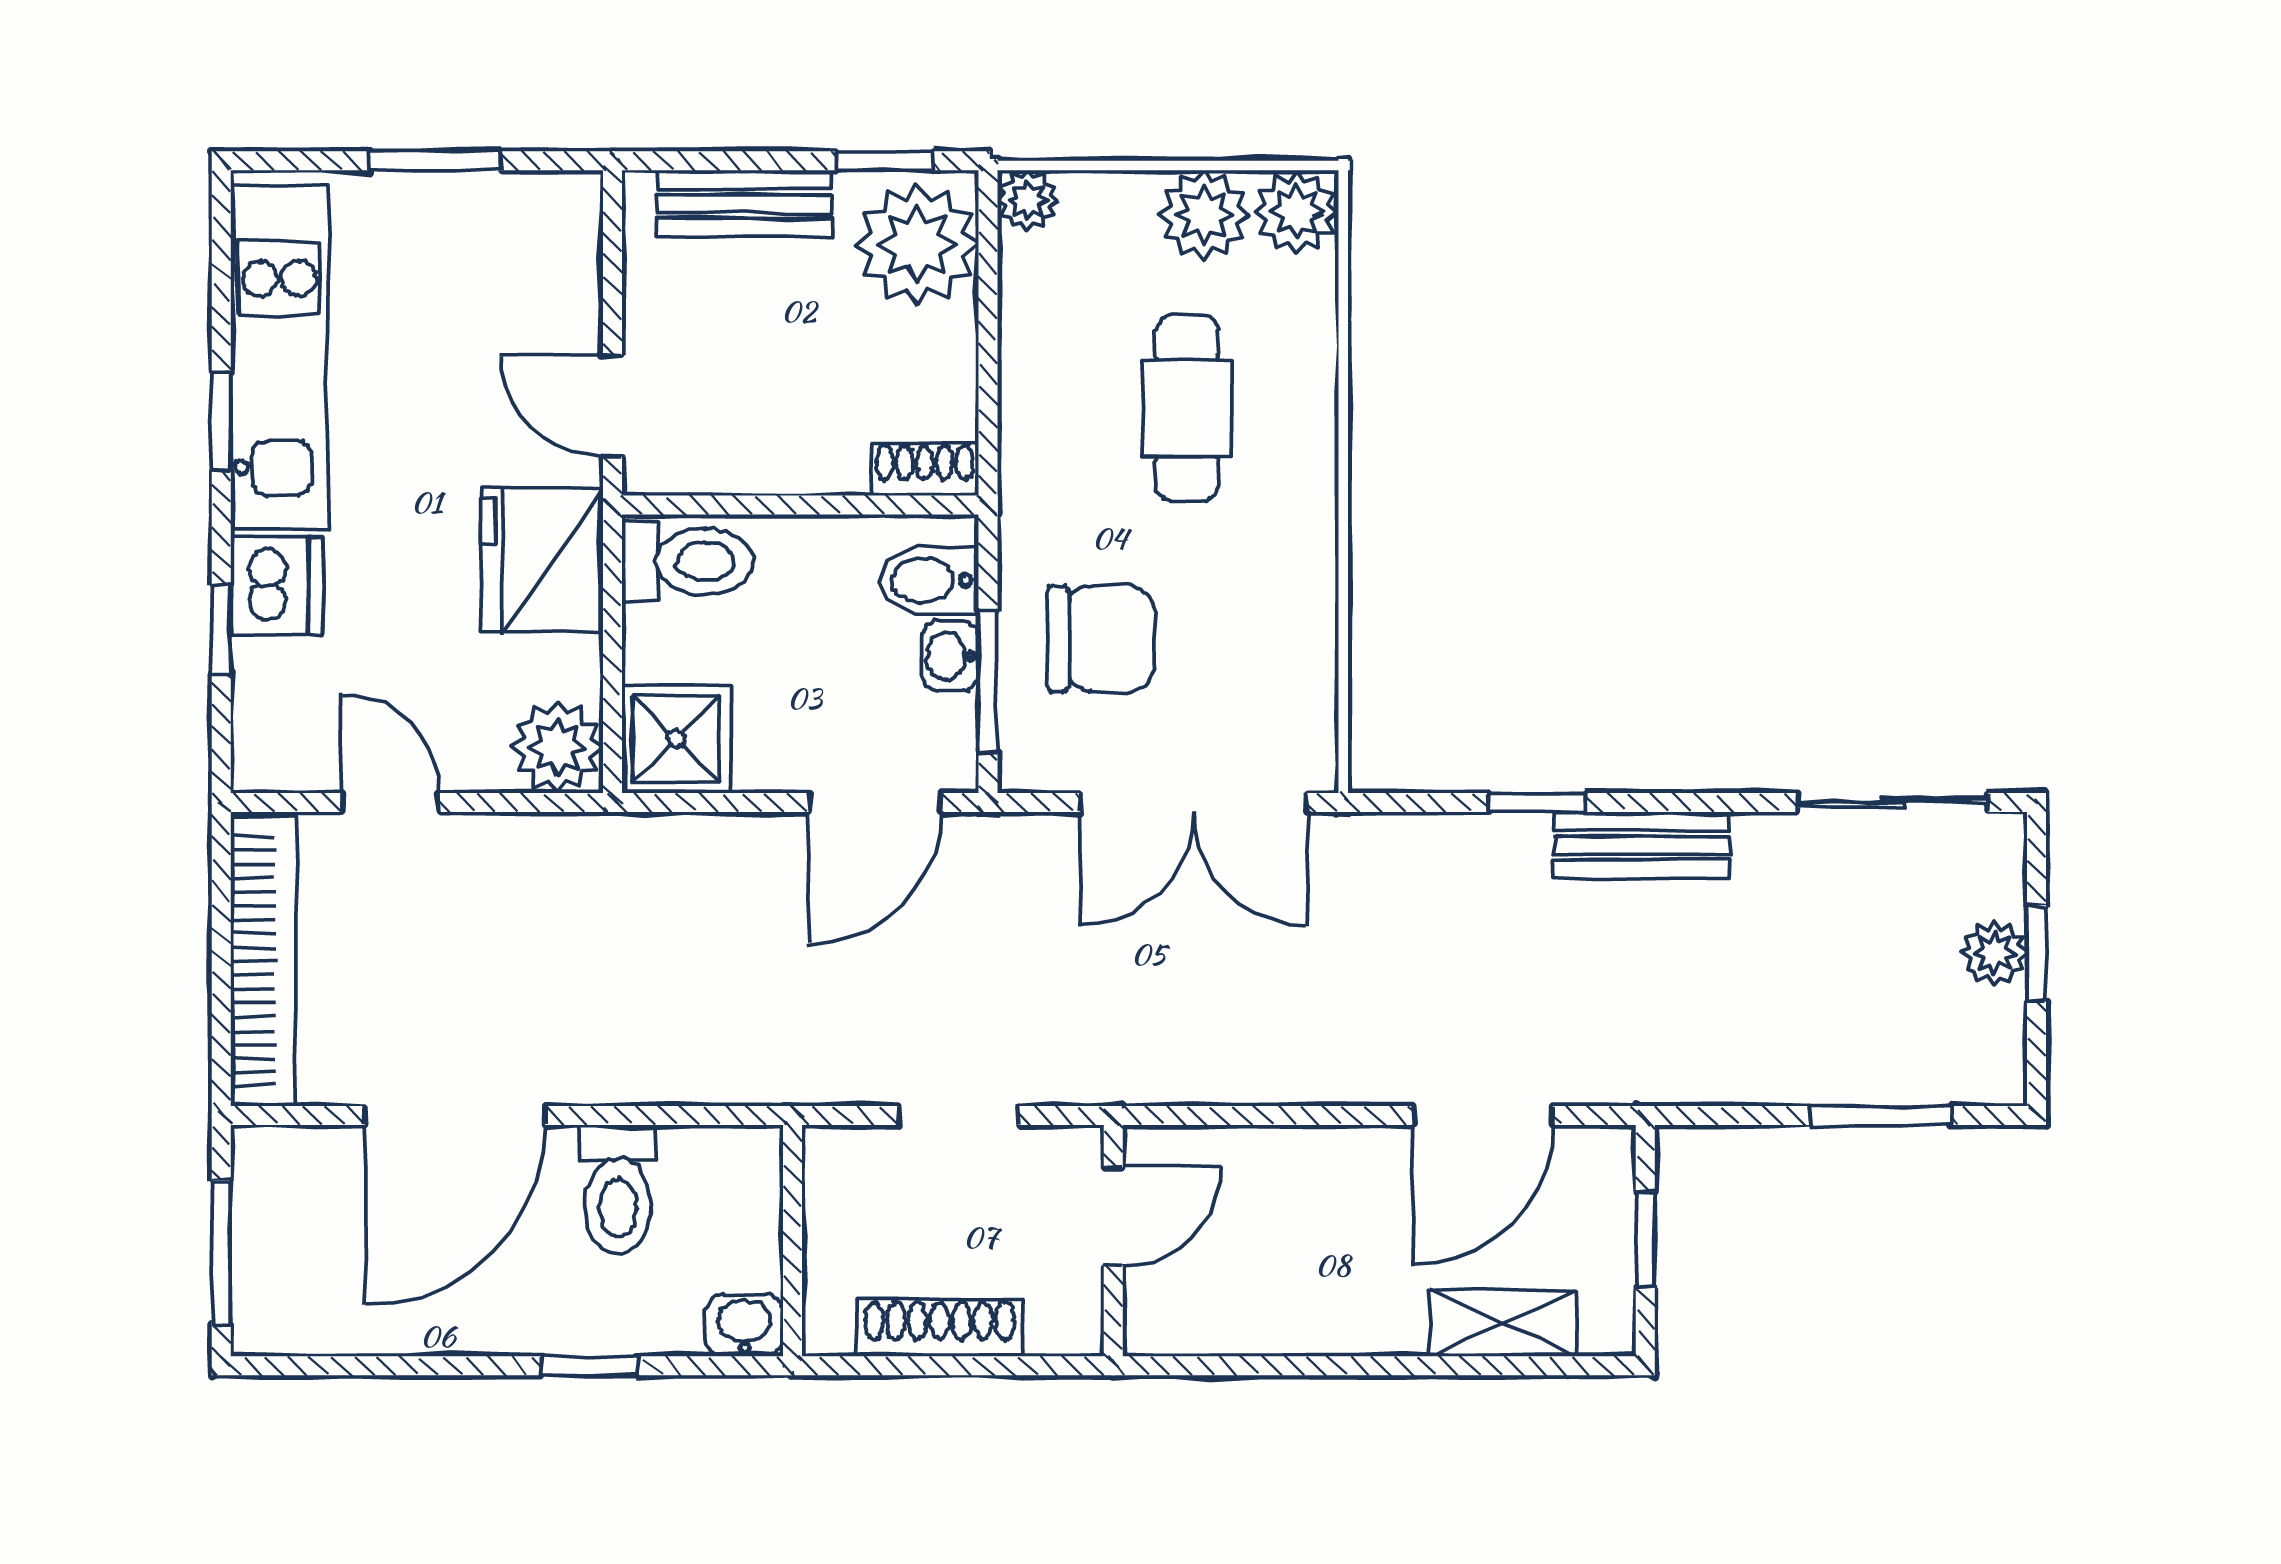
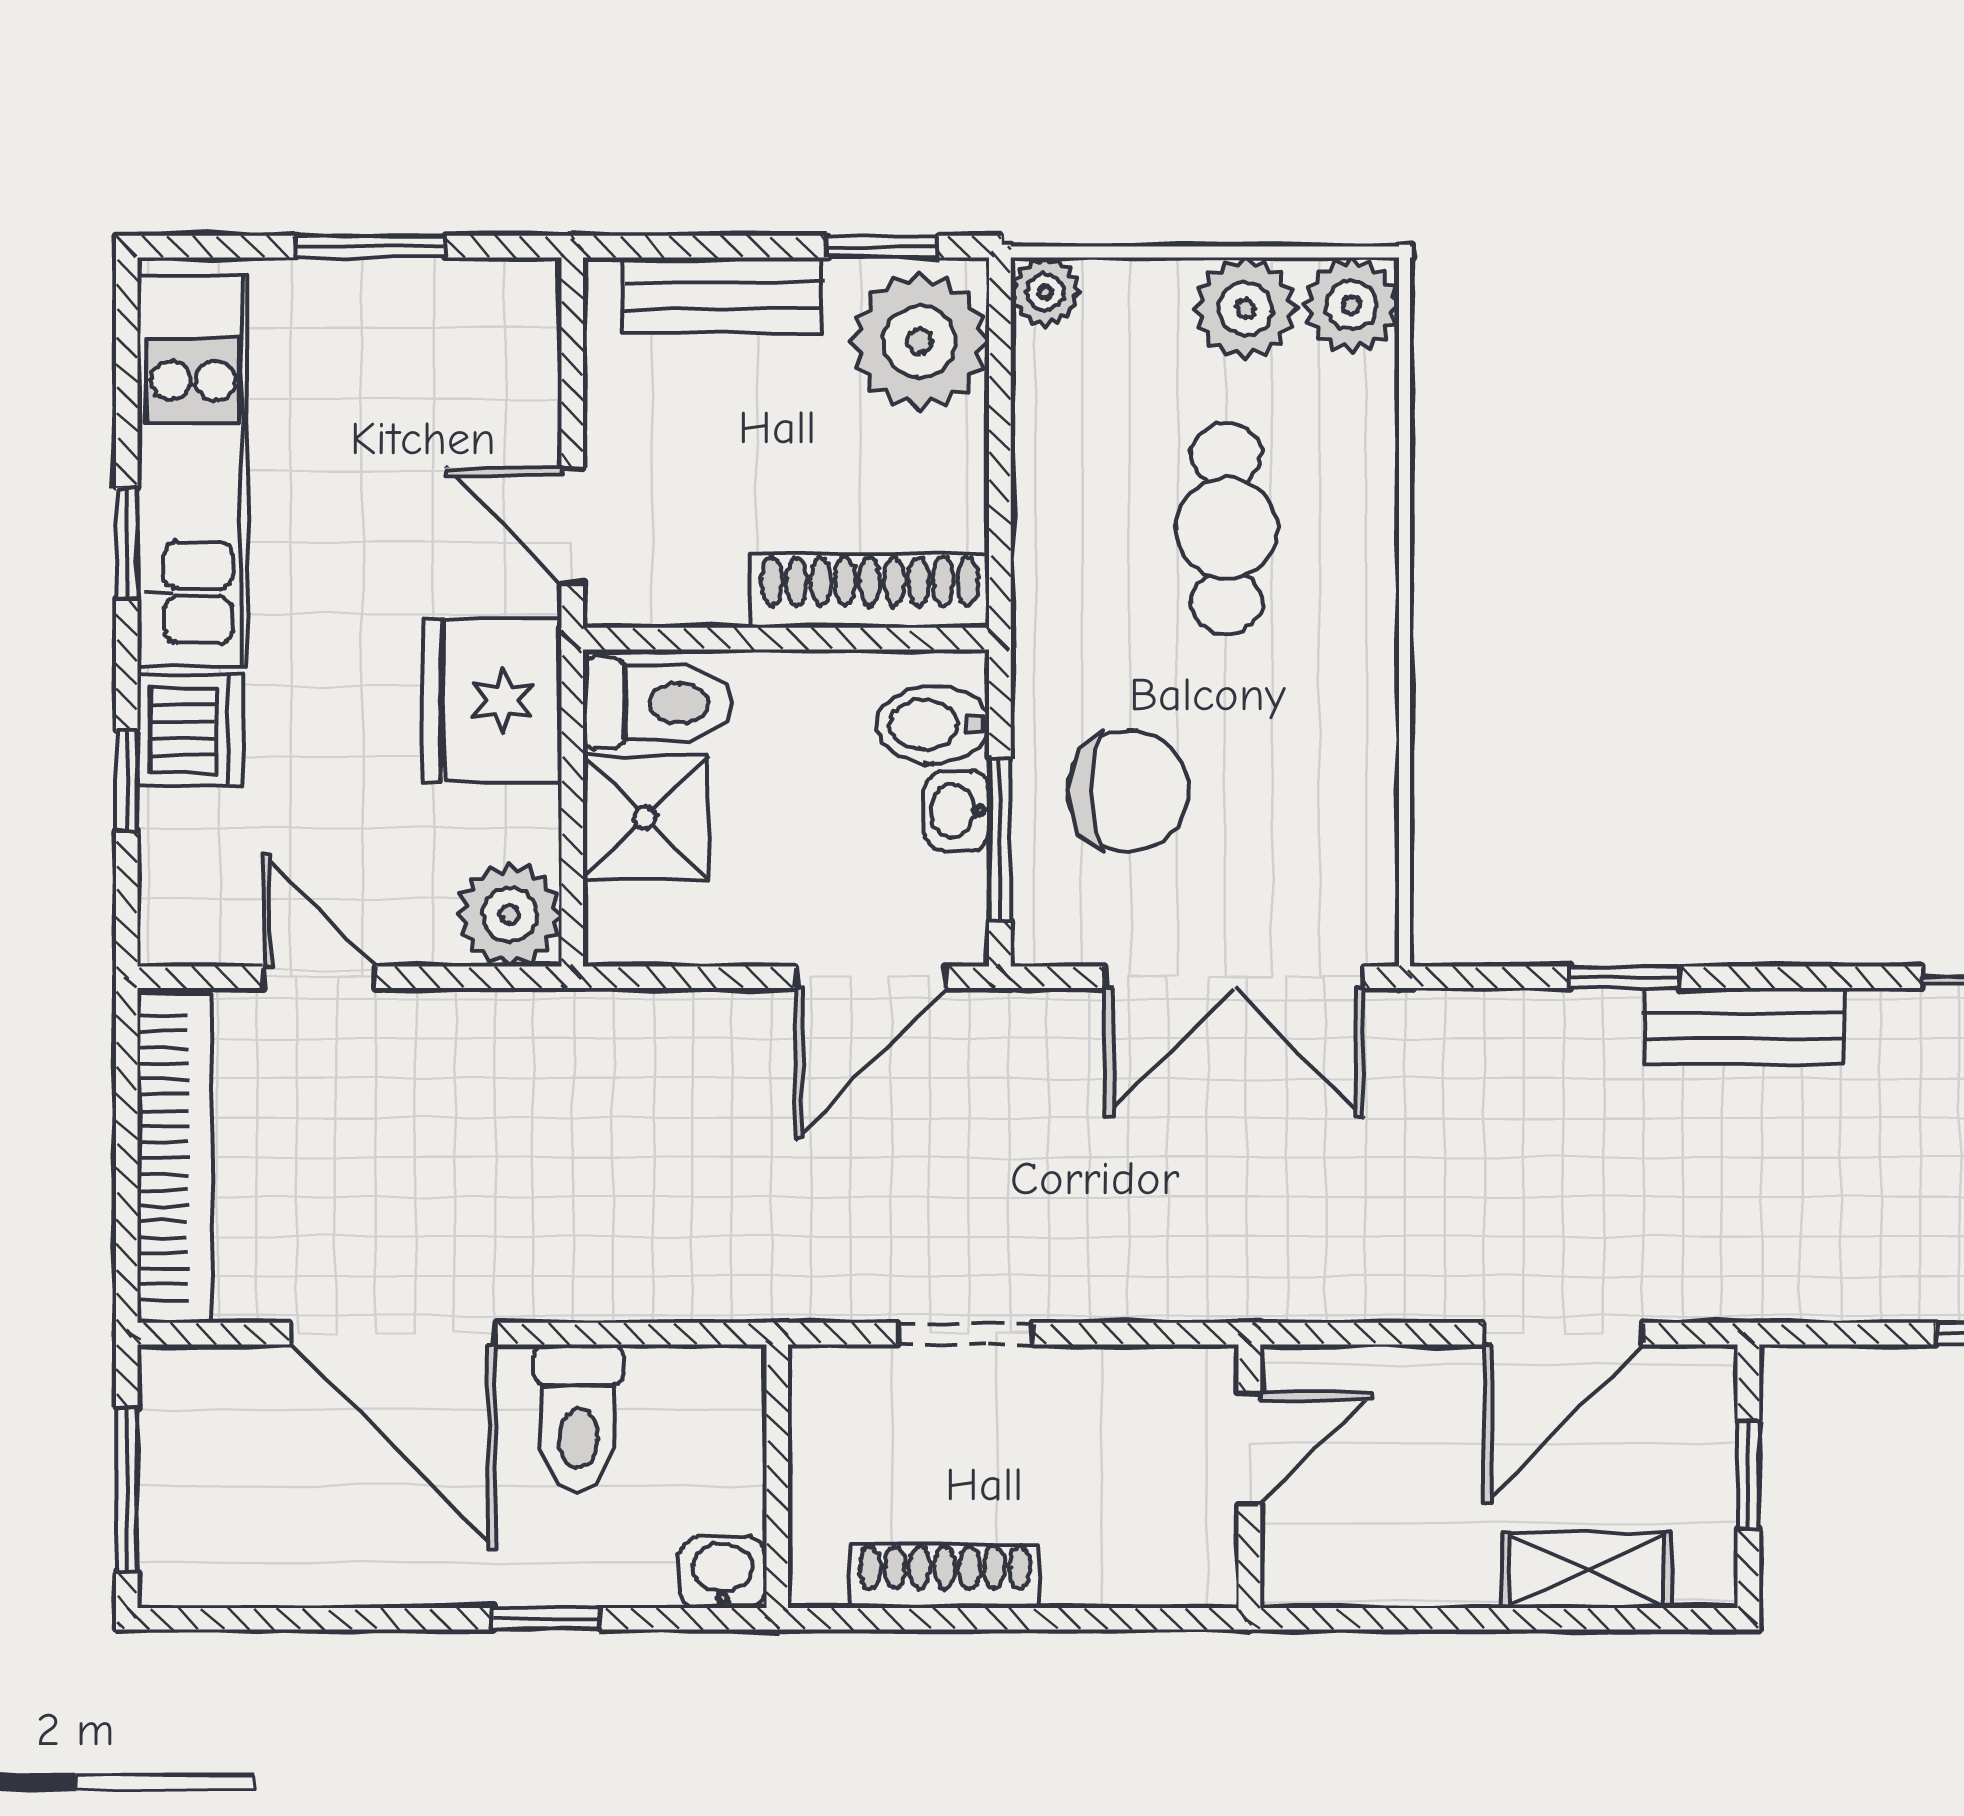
shoe rack: (925, 469) -> (870, 591), width x1.94, depth x1.24
shower: (676, 739) -> (645, 817), moved
door: (455, 1115) -> (393, 1334), hinge flipped
door: (1113, 1216) -> (1249, 1449), moved
wall: (1113, 1241) -> (1249, 1476), moved

